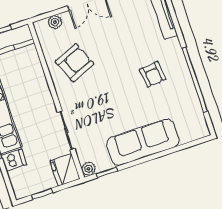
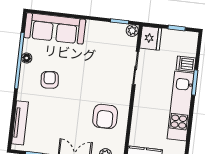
armchair: (74, 63) -> (105, 116), turned -67
floor lamp: (188, 86) -> (27, 58), added
sofa: (143, 142) -> (55, 28), moved

